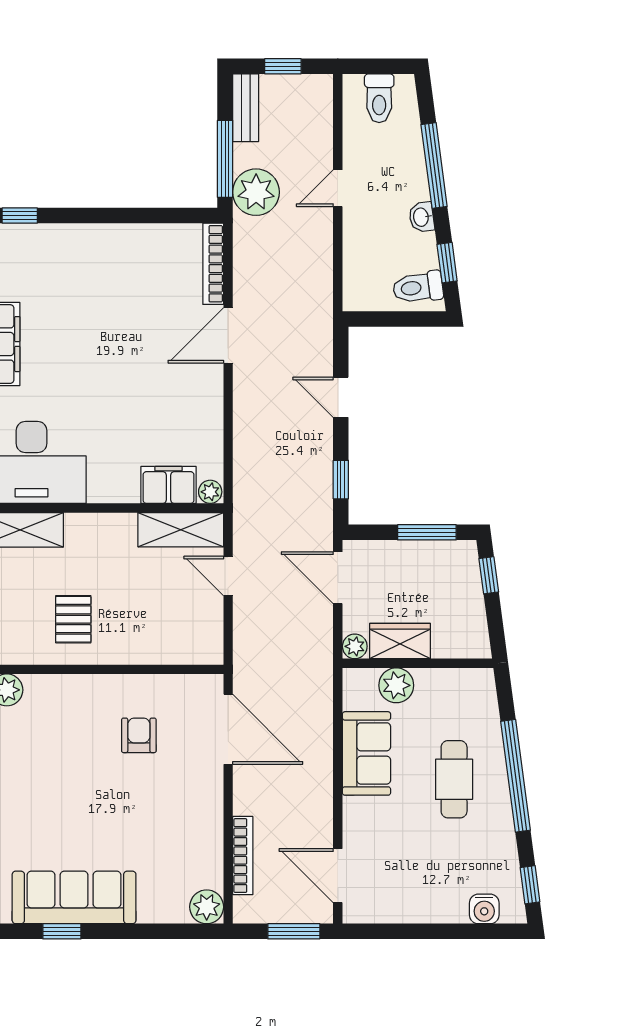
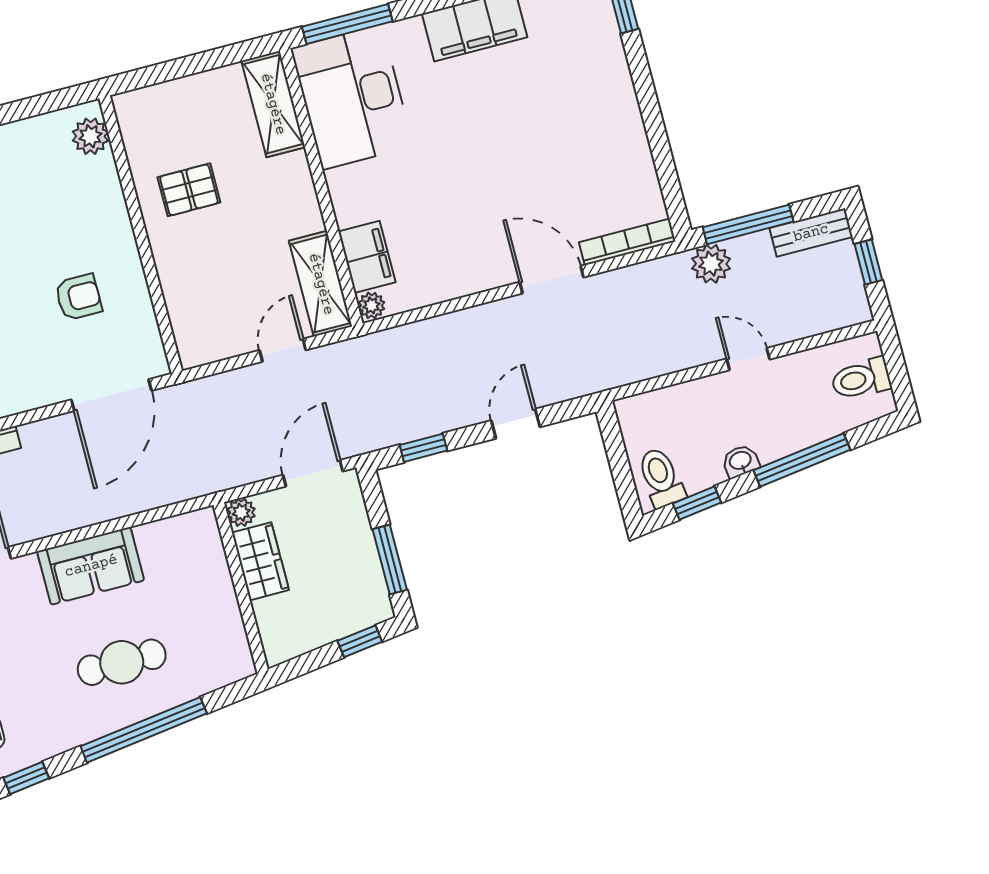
plant: (256, 192) -> (711, 264), width x0.73, depth x0.73
plant: (396, 685) -> (210, 570), removed
sofa: (366, 753) -> (91, 566), moved

